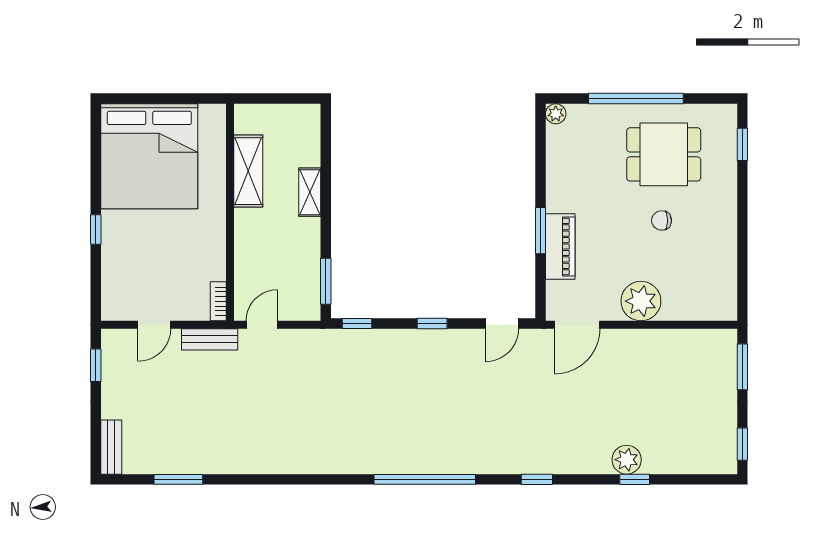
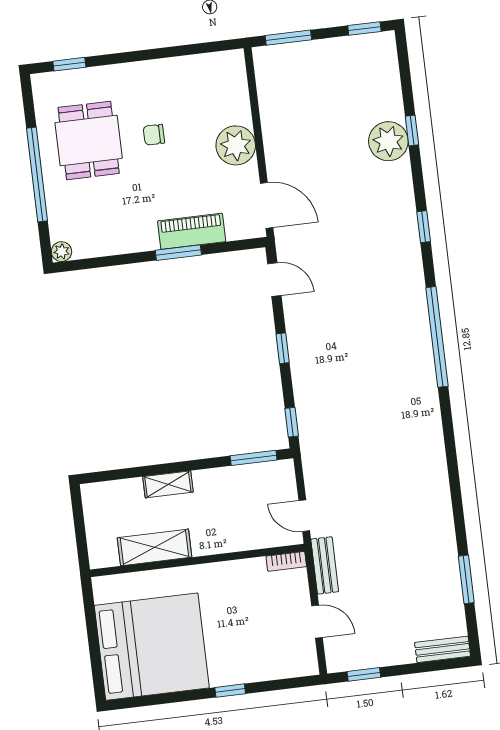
chair: (662, 220) -> (154, 135), turned 90
plant: (627, 460) -> (388, 141), width x1.36, depth x1.36

